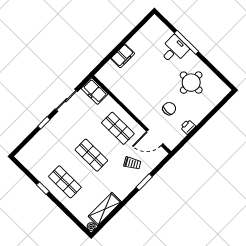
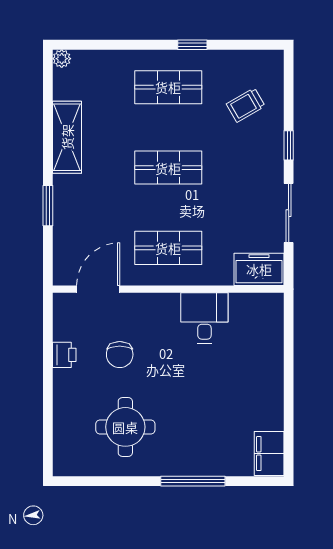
desk: (174, 50) -> (204, 318), moved, turned 180
filing cabinet: (123, 56) -> (269, 453), moved
trolley: (132, 163) -> (246, 105), moved
shelving: (105, 209) -> (67, 137), moved

